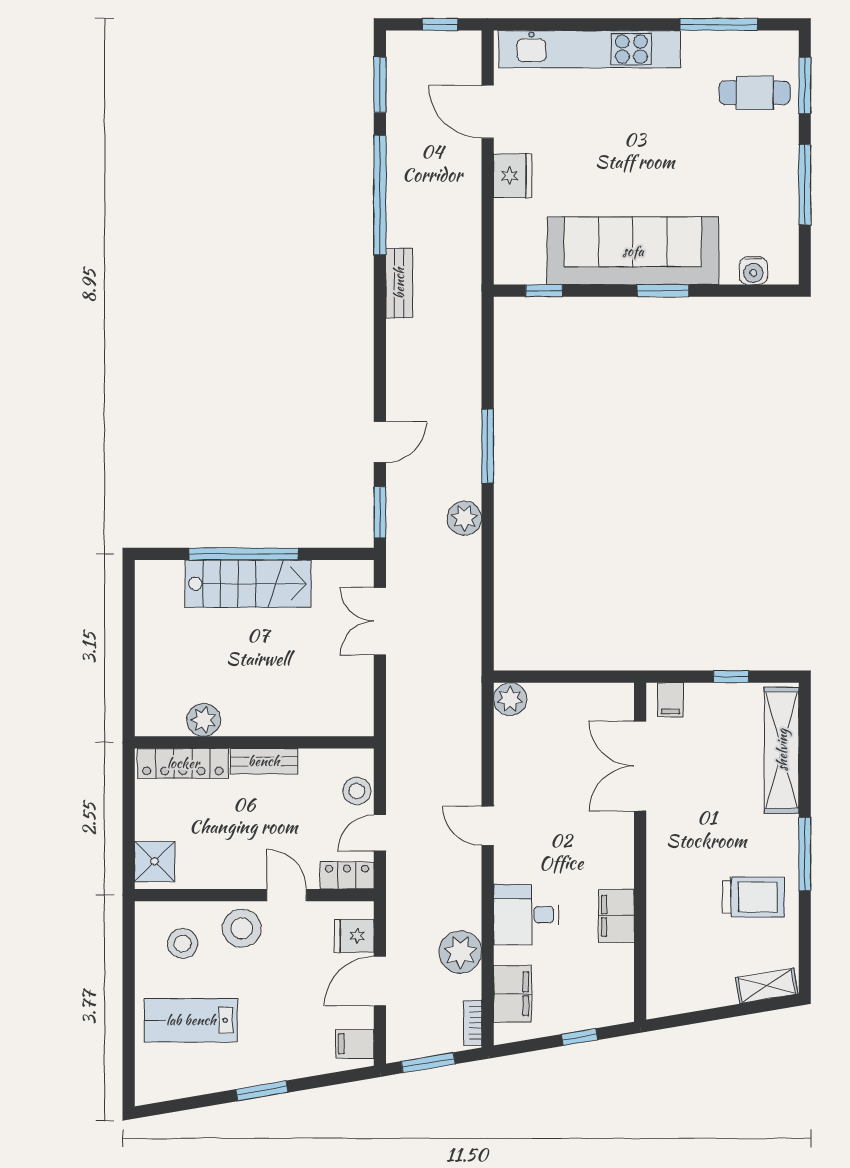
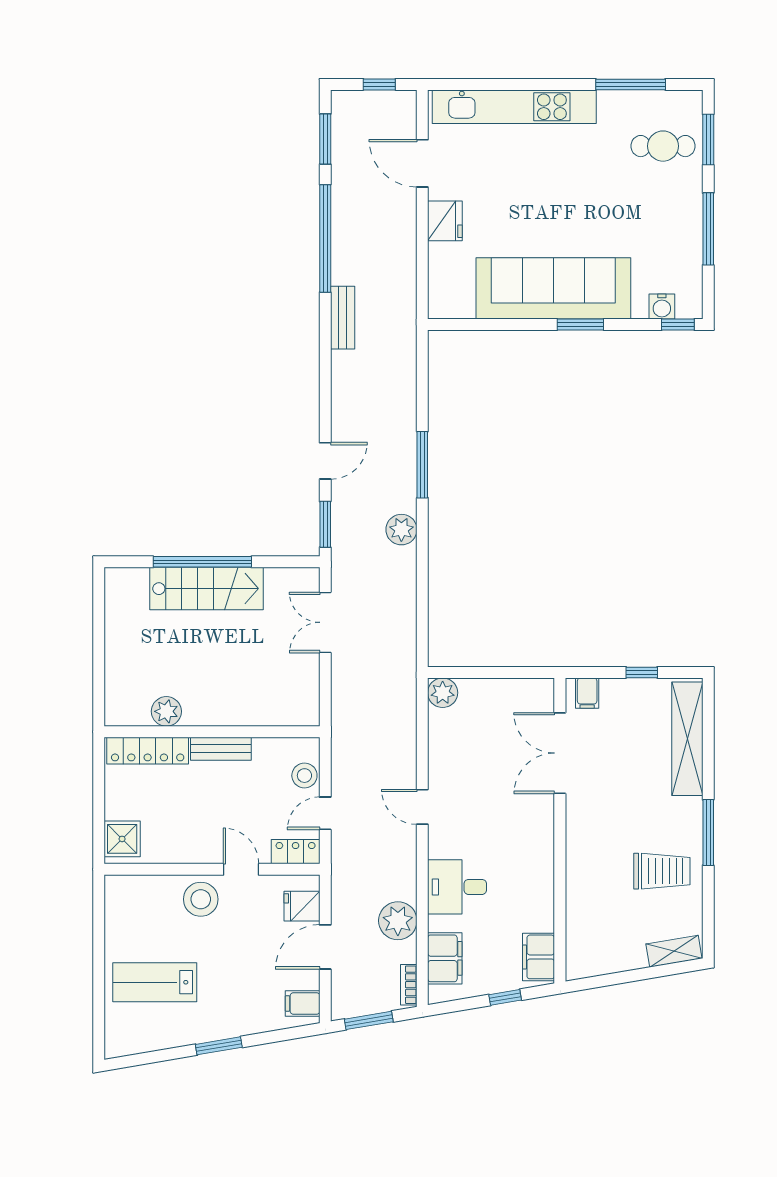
window: (544, 291) -> (678, 325), moved
filing cabinet: (616, 916) -> (539, 957), moved
stool: (183, 943) -> (147, 913), removed

